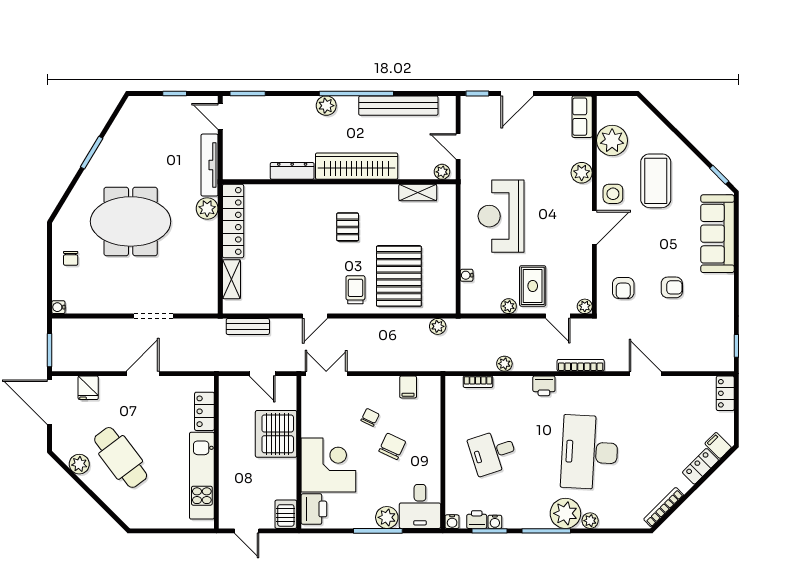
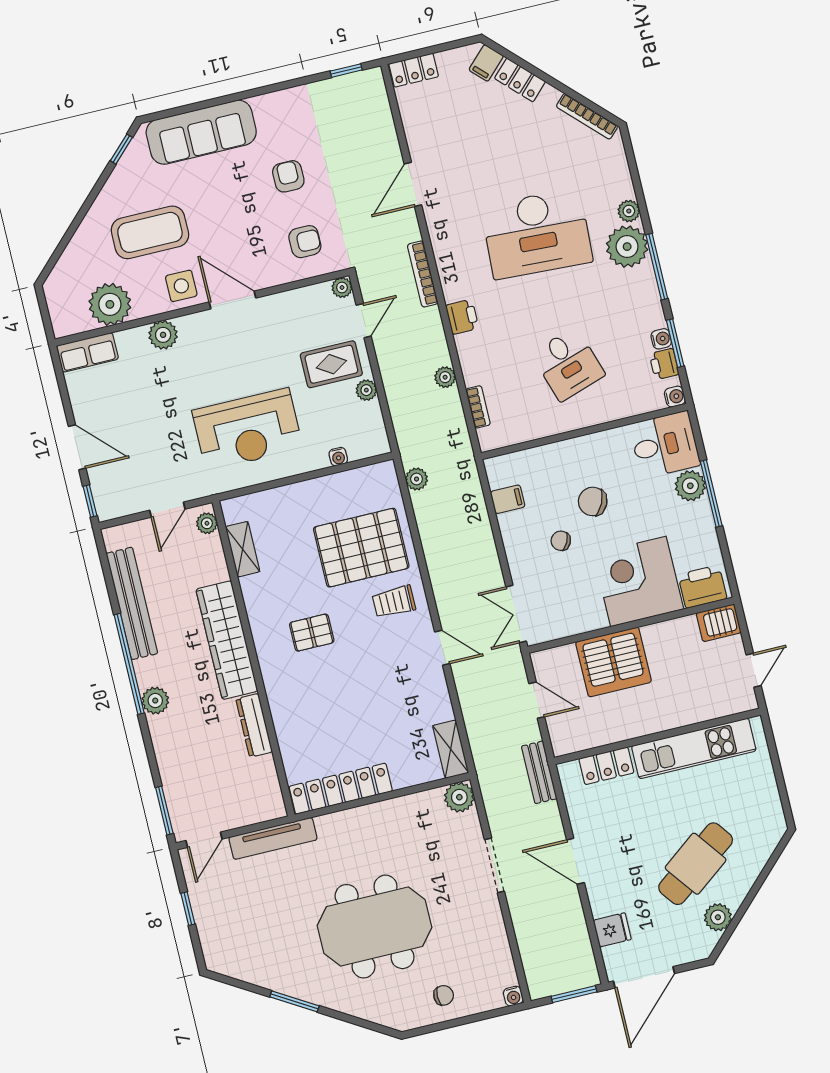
plant: (207, 209) -> (459, 797), moved
meeting table: (131, 221) -> (375, 927), turned 90
shelving: (231, 279) -> (451, 749), moved, turned 90
bench: (248, 327) -> (539, 772), moved
door: (262, 374) -> (537, 700), hinge flipped

